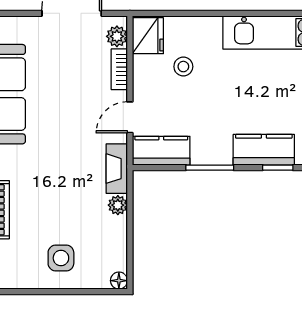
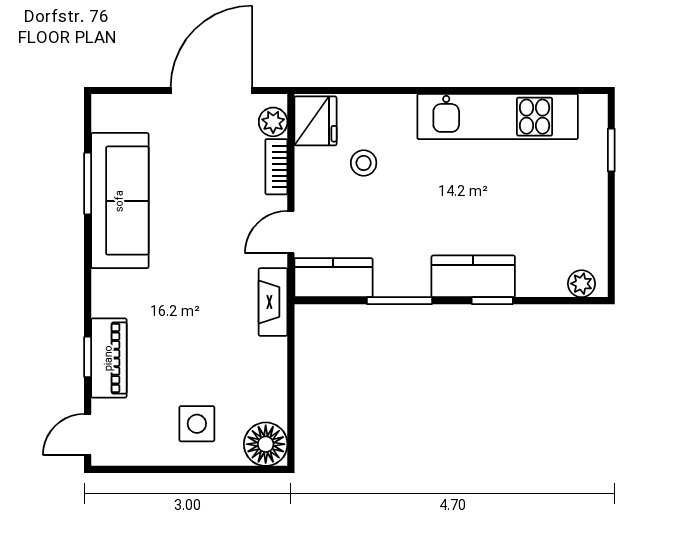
plant: (118, 205) -> (274, 352), removed
floor lamp: (119, 281) -> (266, 444), width x1.89, depth x1.89

